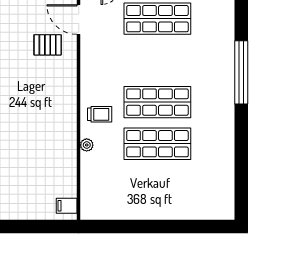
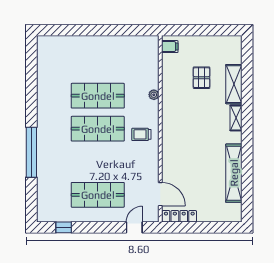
pallet: (48, 45) -> (202, 78), moved, turned 90
trolley: (100, 114) -> (141, 134), moved

